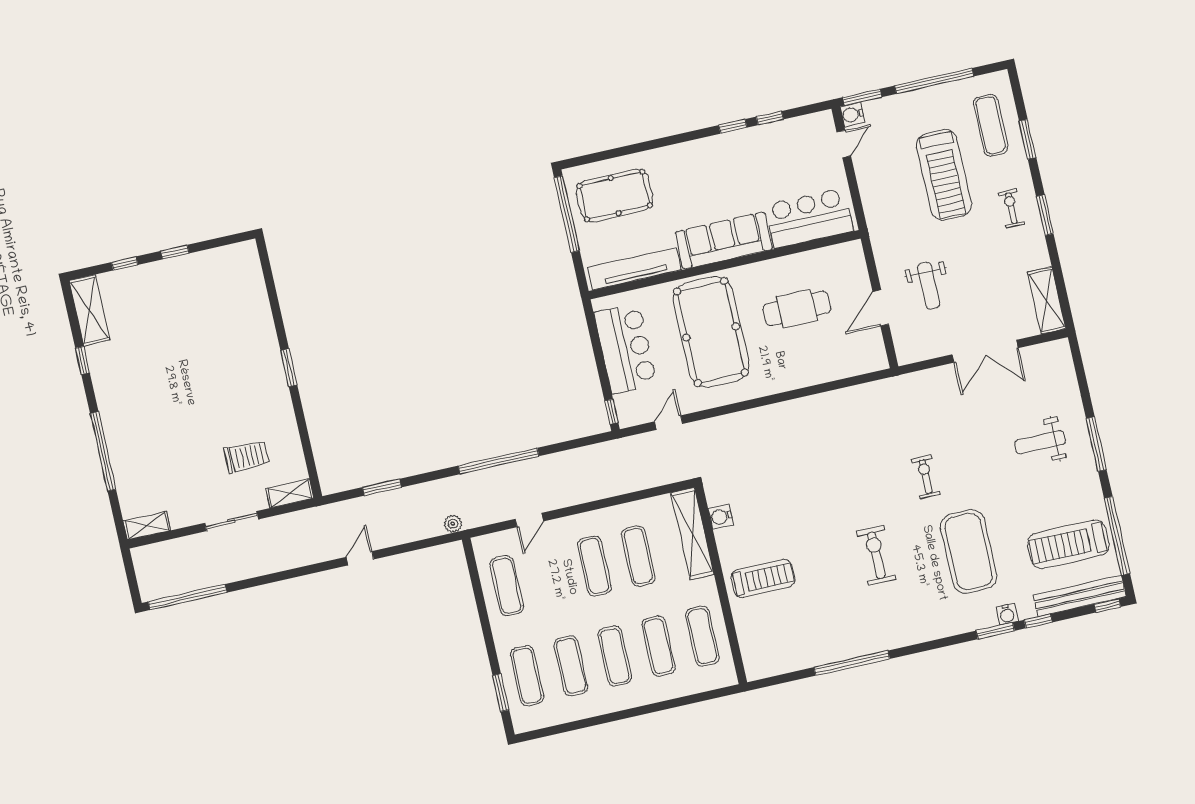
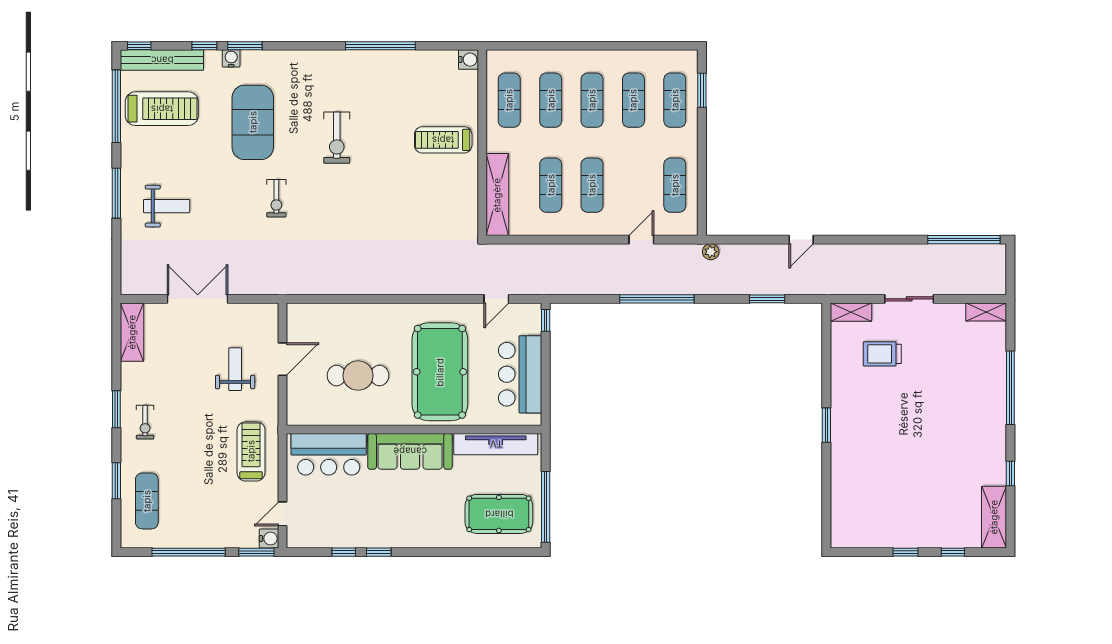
treadmill: (944, 175) -> (251, 451), moved, width x0.73, depth x0.73
water cooler: (721, 517) -> (468, 60), moved

